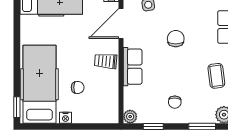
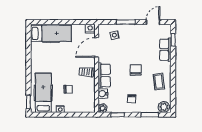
chair: (176, 39) -> (135, 70), moved
hospital bed: (40, 84) -> (43, 93), width x0.73, depth x0.78
water cooler: (131, 94) -> (103, 94), added

